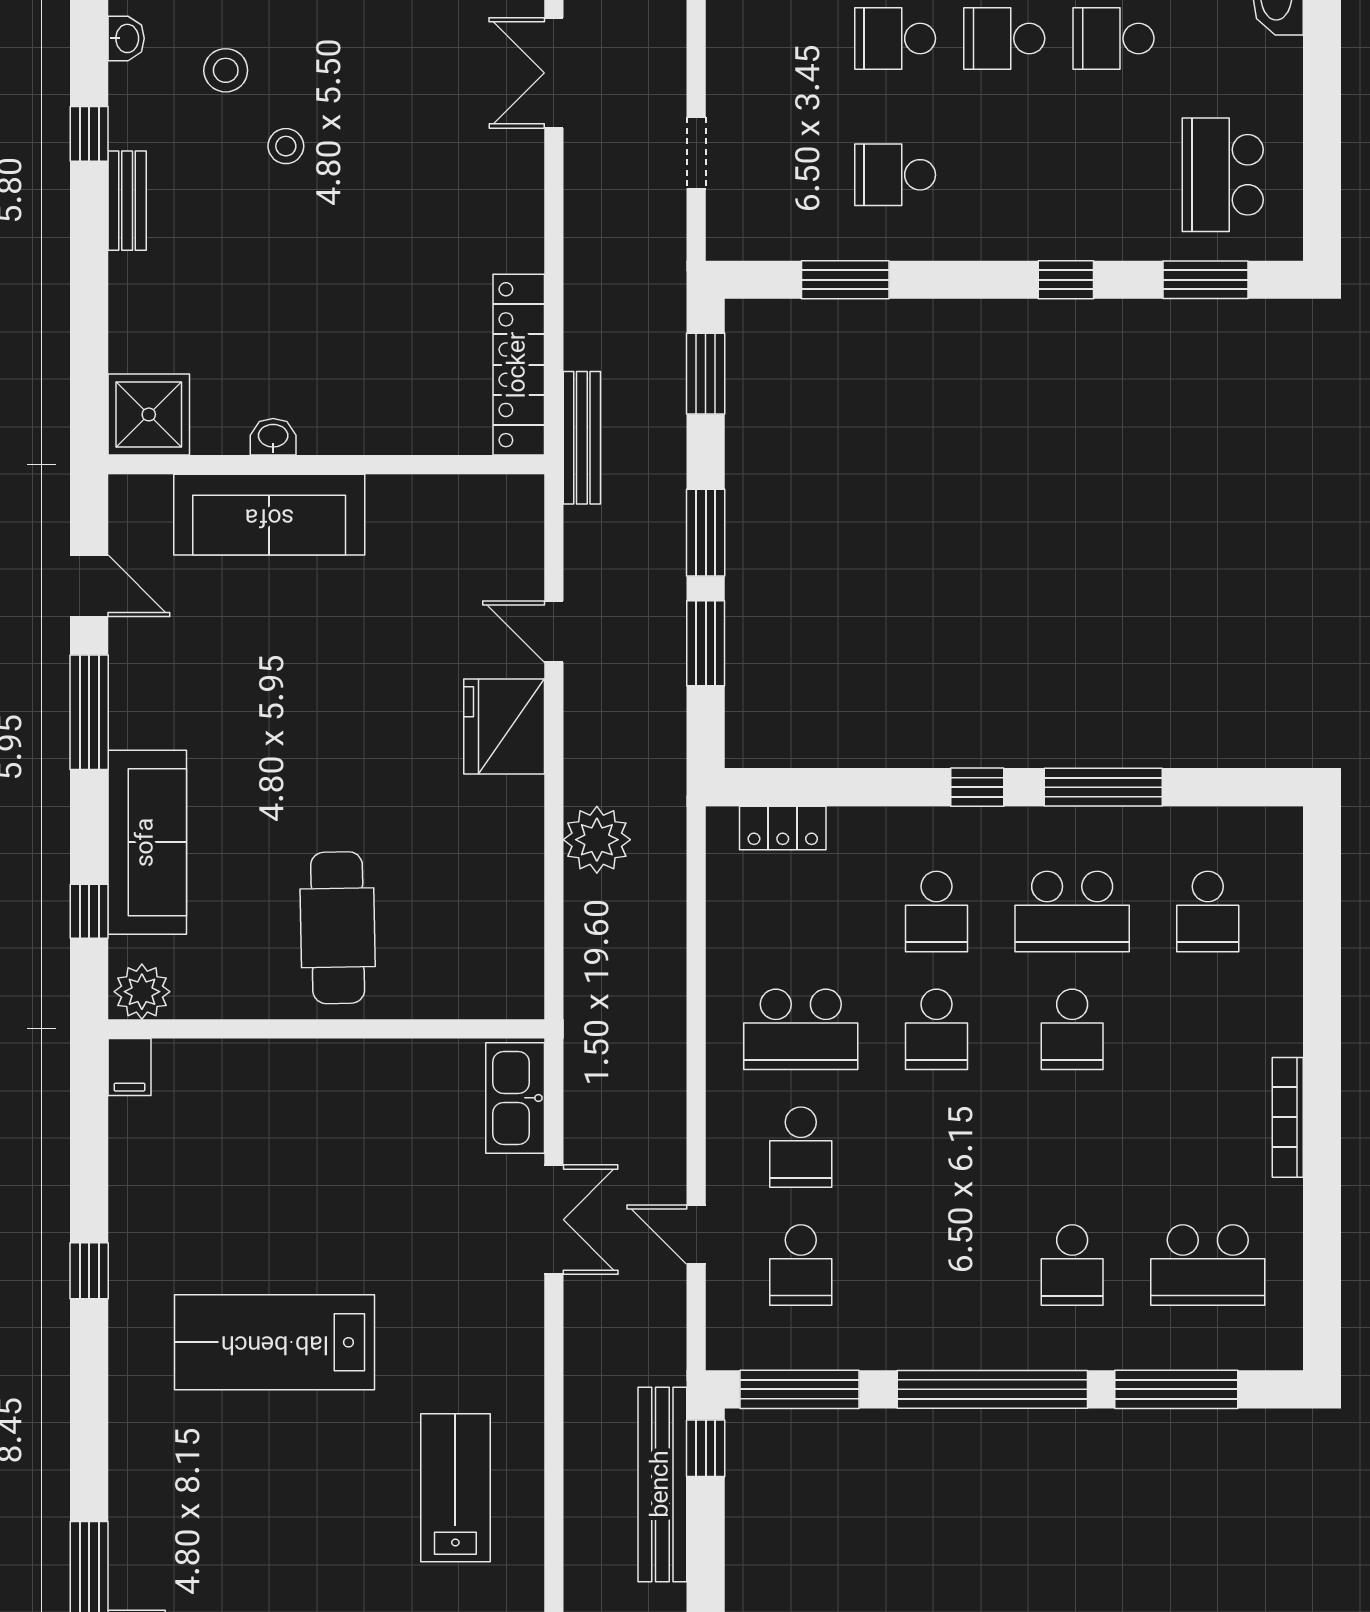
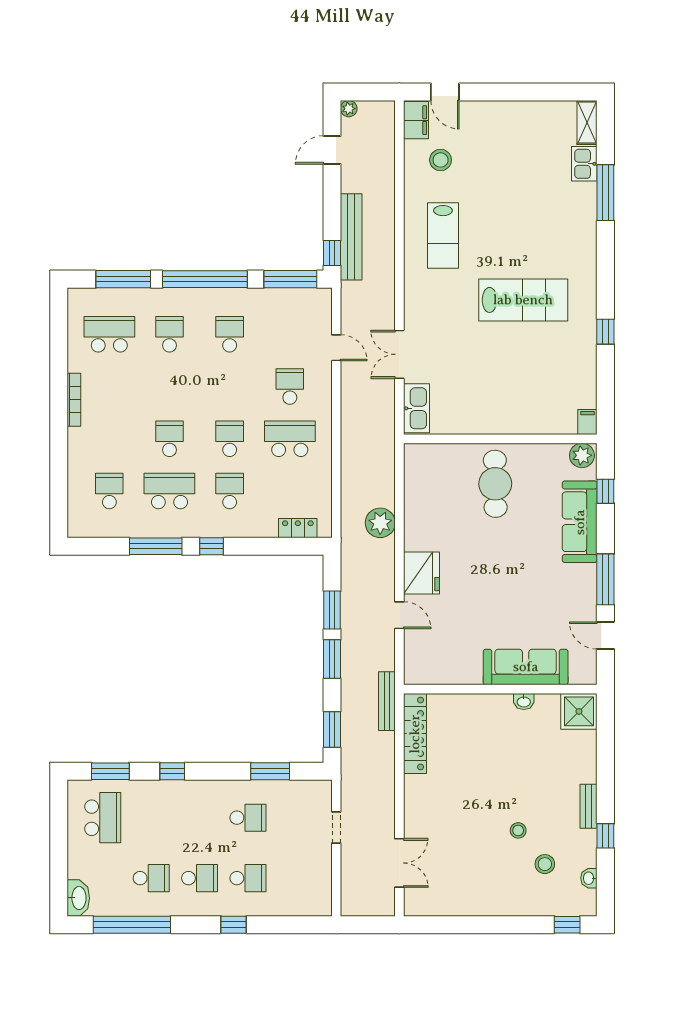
school desk: (801, 1265) -> (230, 334), moved

